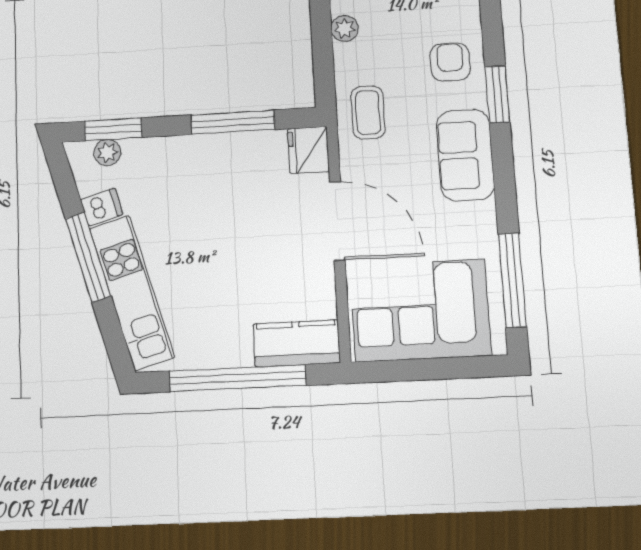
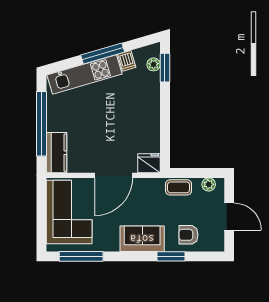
armchair: (450, 62) -> (188, 235), turned 180
coffee table: (368, 113) -> (179, 187), moved
window: (233, 122) -> (165, 127), removed

